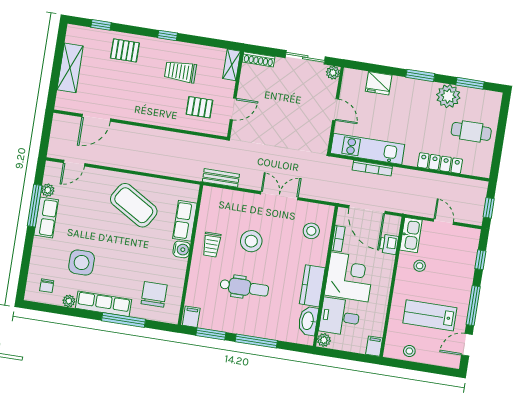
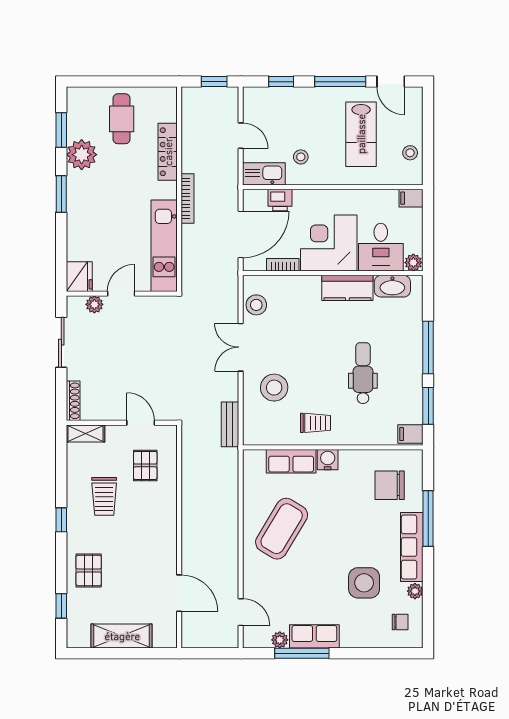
plant: (333, 73) -> (94, 304), moved
fridge: (379, 83) -> (79, 277), moved
bookcase: (372, 168) -> (188, 199), moved
door: (443, 222) -> (241, 136), swing flipped
stool: (311, 231) -> (256, 305), moved
stool: (251, 241) -> (274, 388), moved

